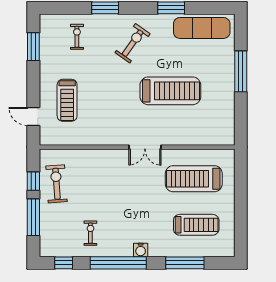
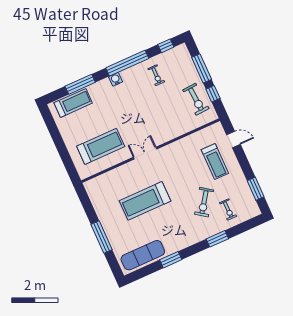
exercise bike: (133, 43) -> (204, 202), moved
treadmill: (67, 100) -> (215, 162), turned 180
treadmill: (196, 225) -> (73, 103), moved, turned 180

